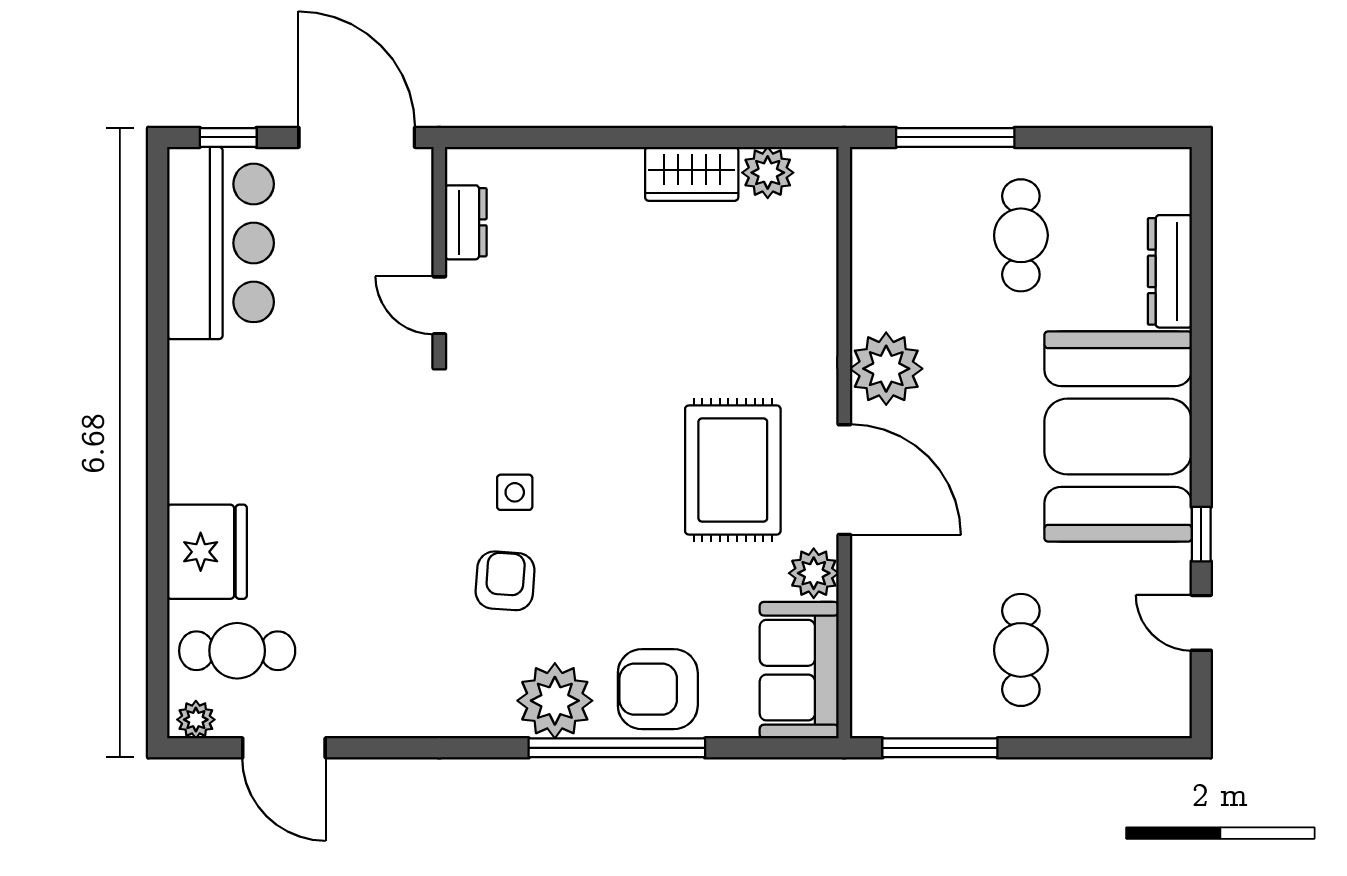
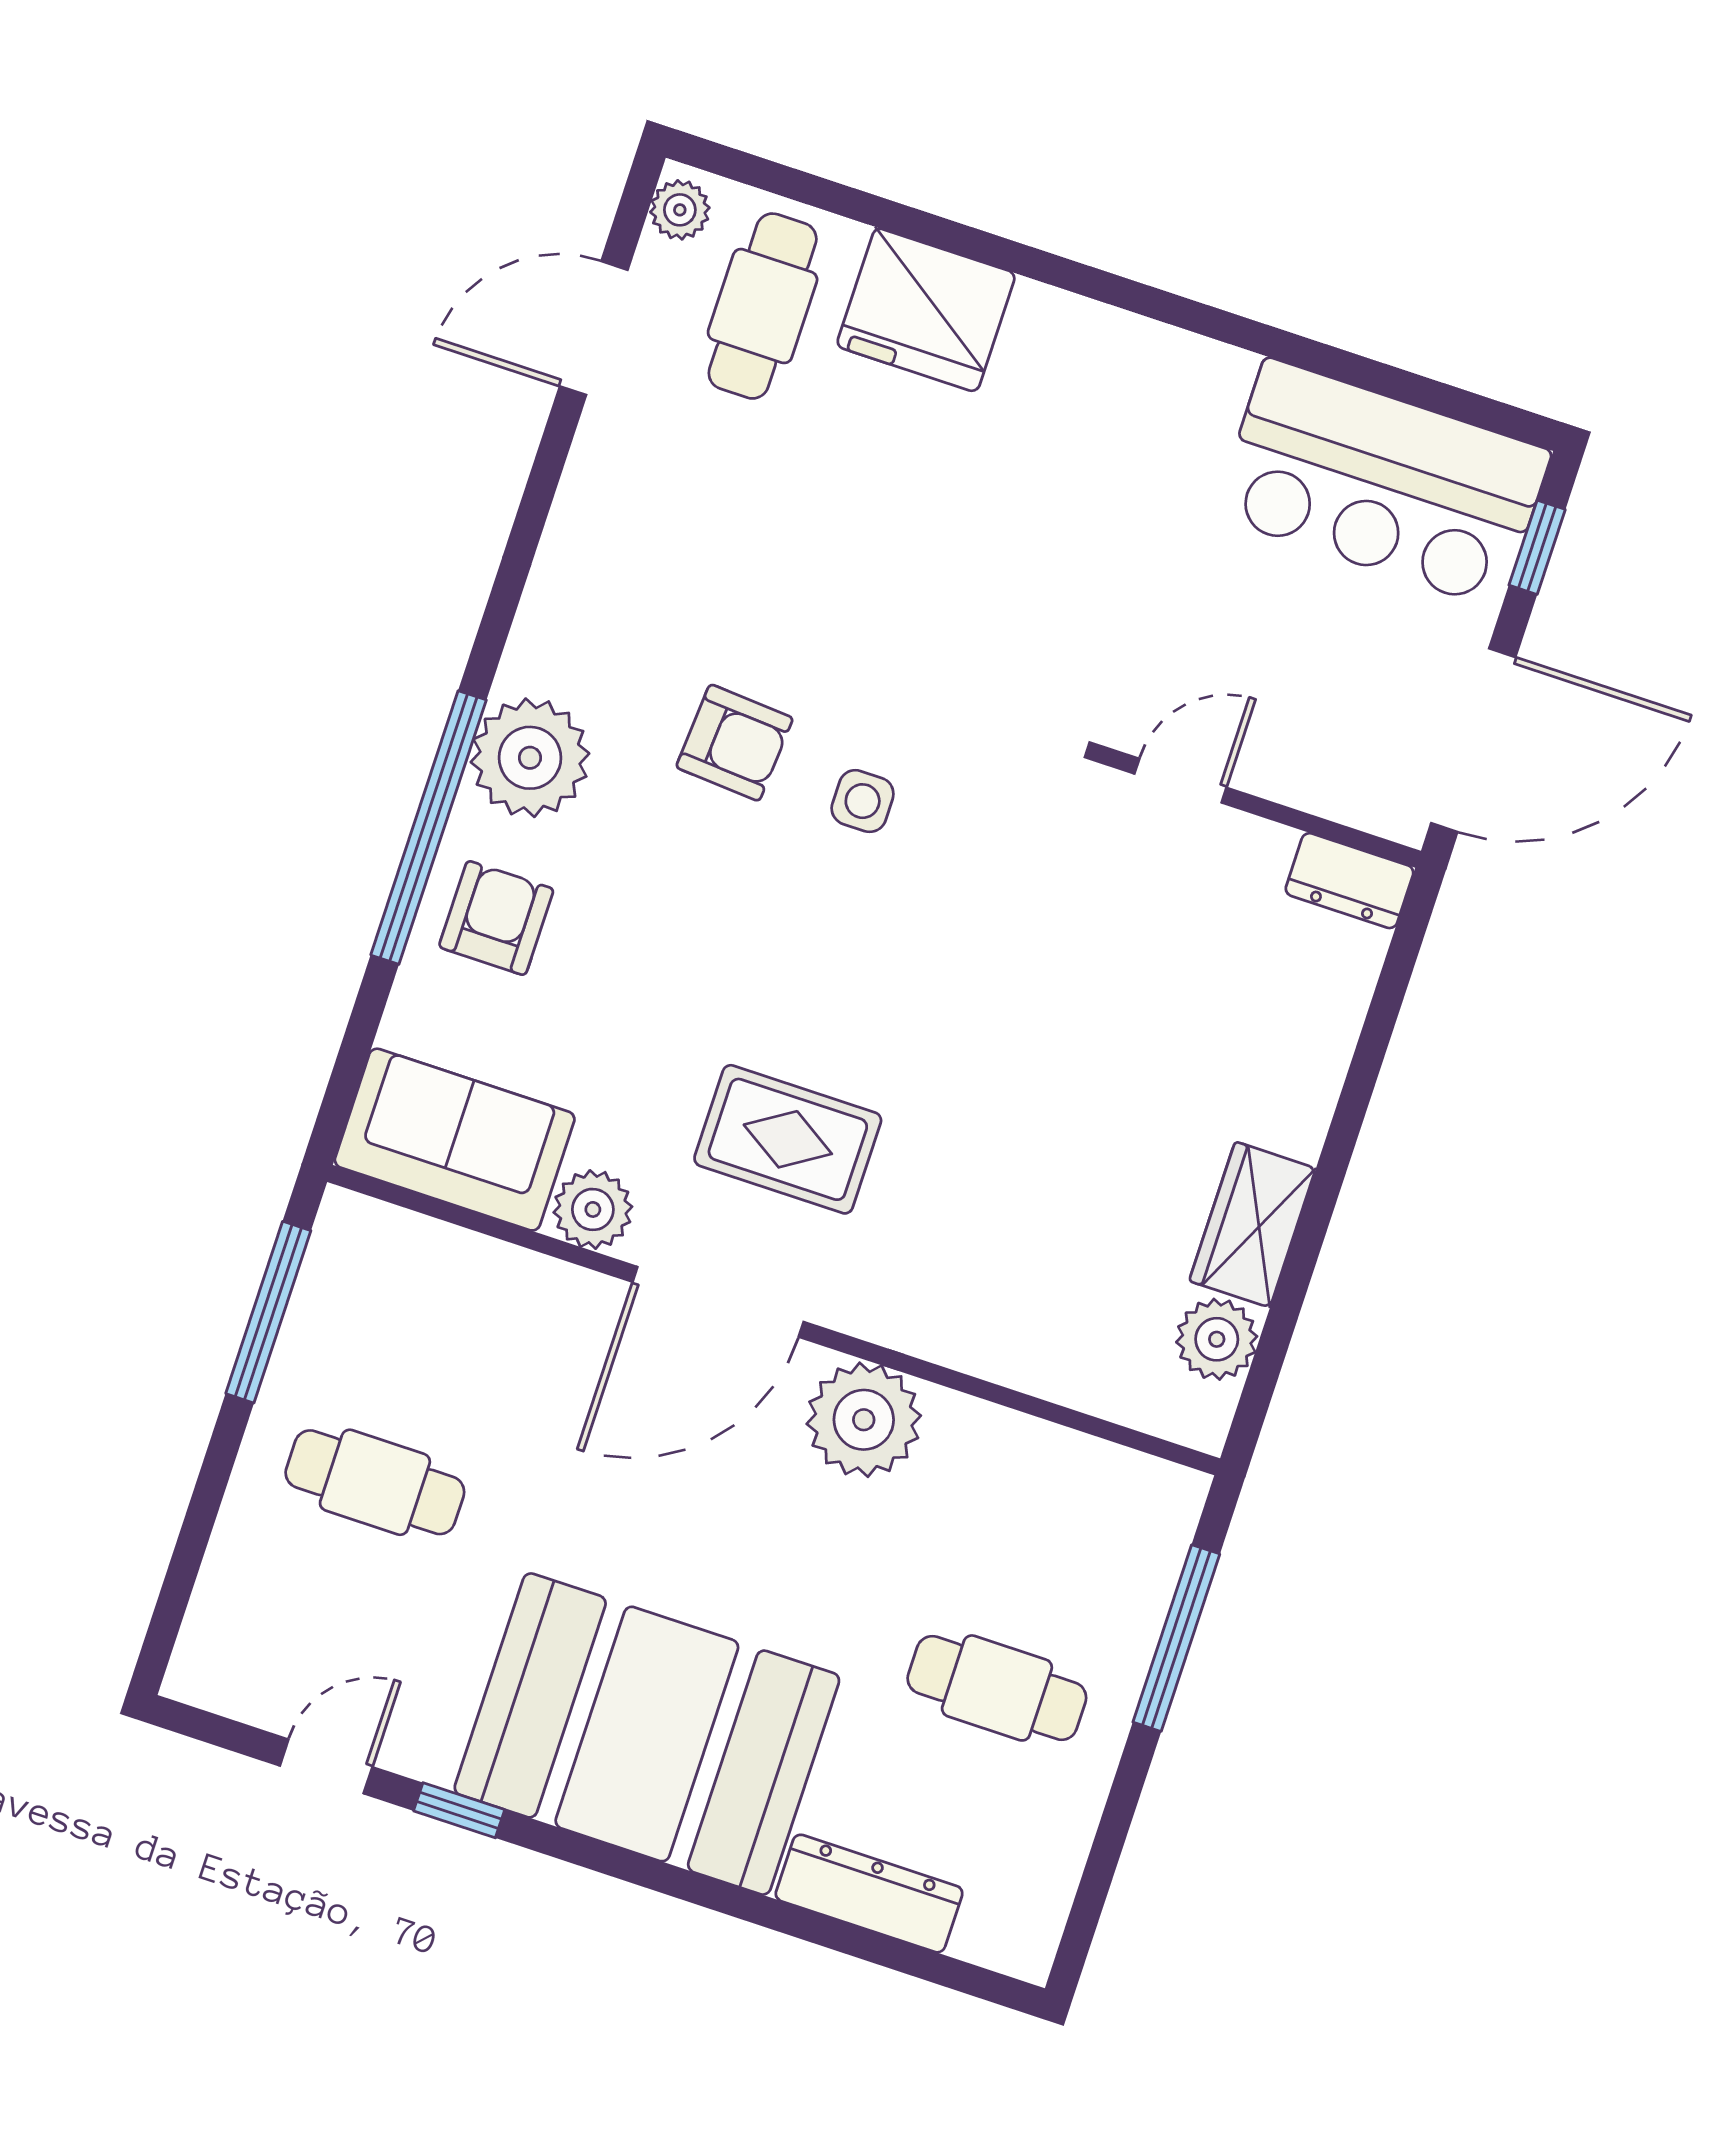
dresser: (466, 222) -> (1350, 881), moved
rug: (733, 470) -> (788, 1139), width x0.73, depth x0.70
armchair: (658, 689) -> (496, 918), width x0.72, depth x0.72

